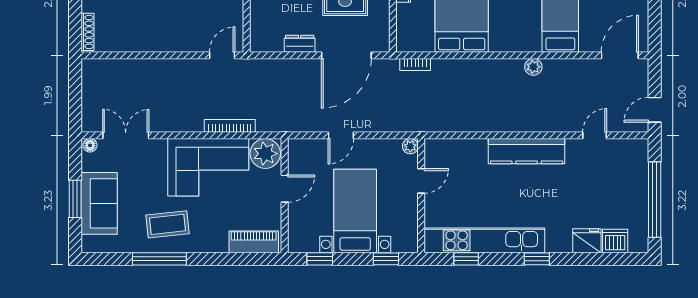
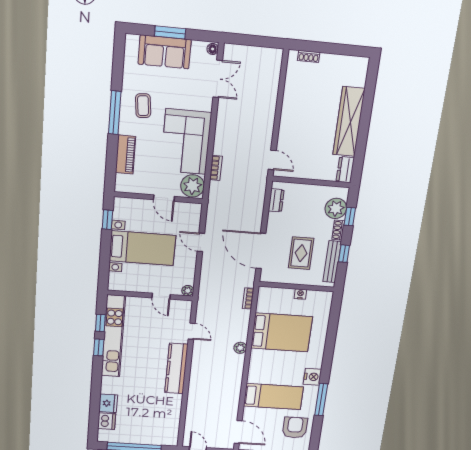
shoe rack: (88, 32) -> (309, 56), width x0.70
dresser: (300, 44) -> (276, 200), moved
plant: (533, 67) -> (240, 348), moved
bookcase: (230, 126) -> (216, 168), width x0.64
door: (595, 135) -> (192, 331), moved
coffee table: (168, 224) -> (143, 106), width x0.73, depth x0.77
piano: (254, 242) -> (125, 155), moved
window: (159, 259) -> (115, 113), moved
window: (386, 259) -> (104, 267), removed
window: (537, 259) -> (99, 347), moved

